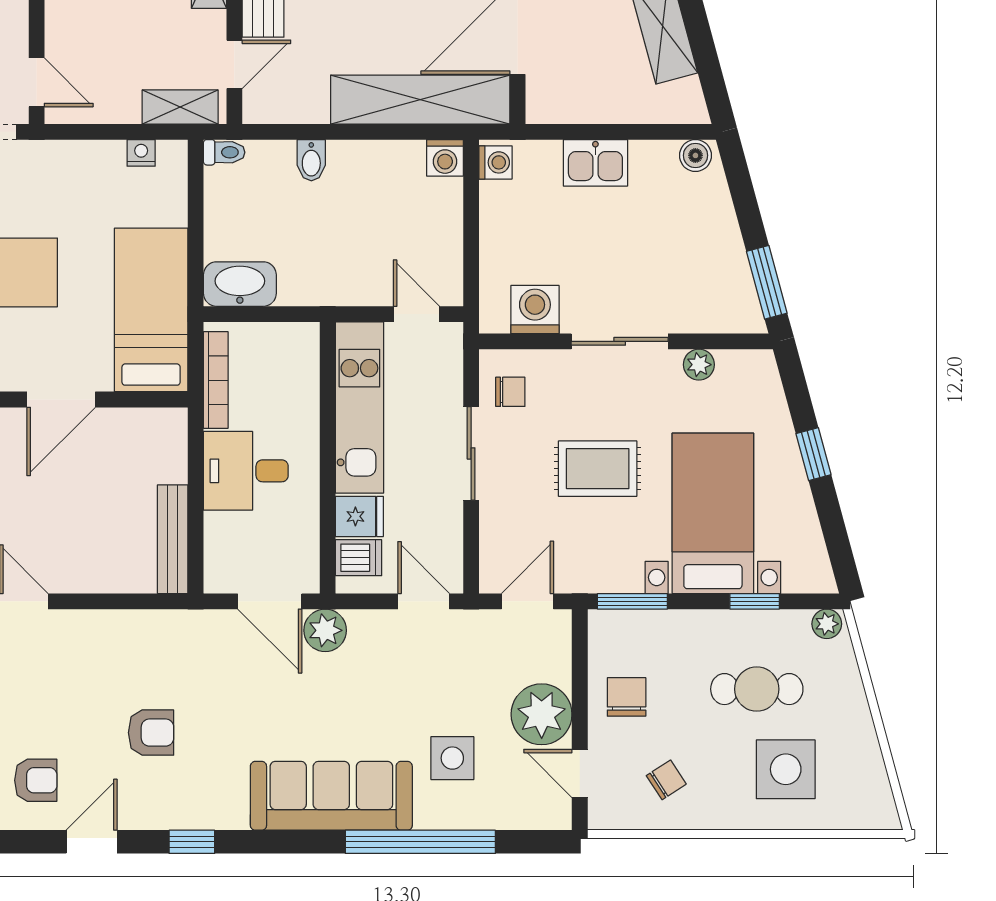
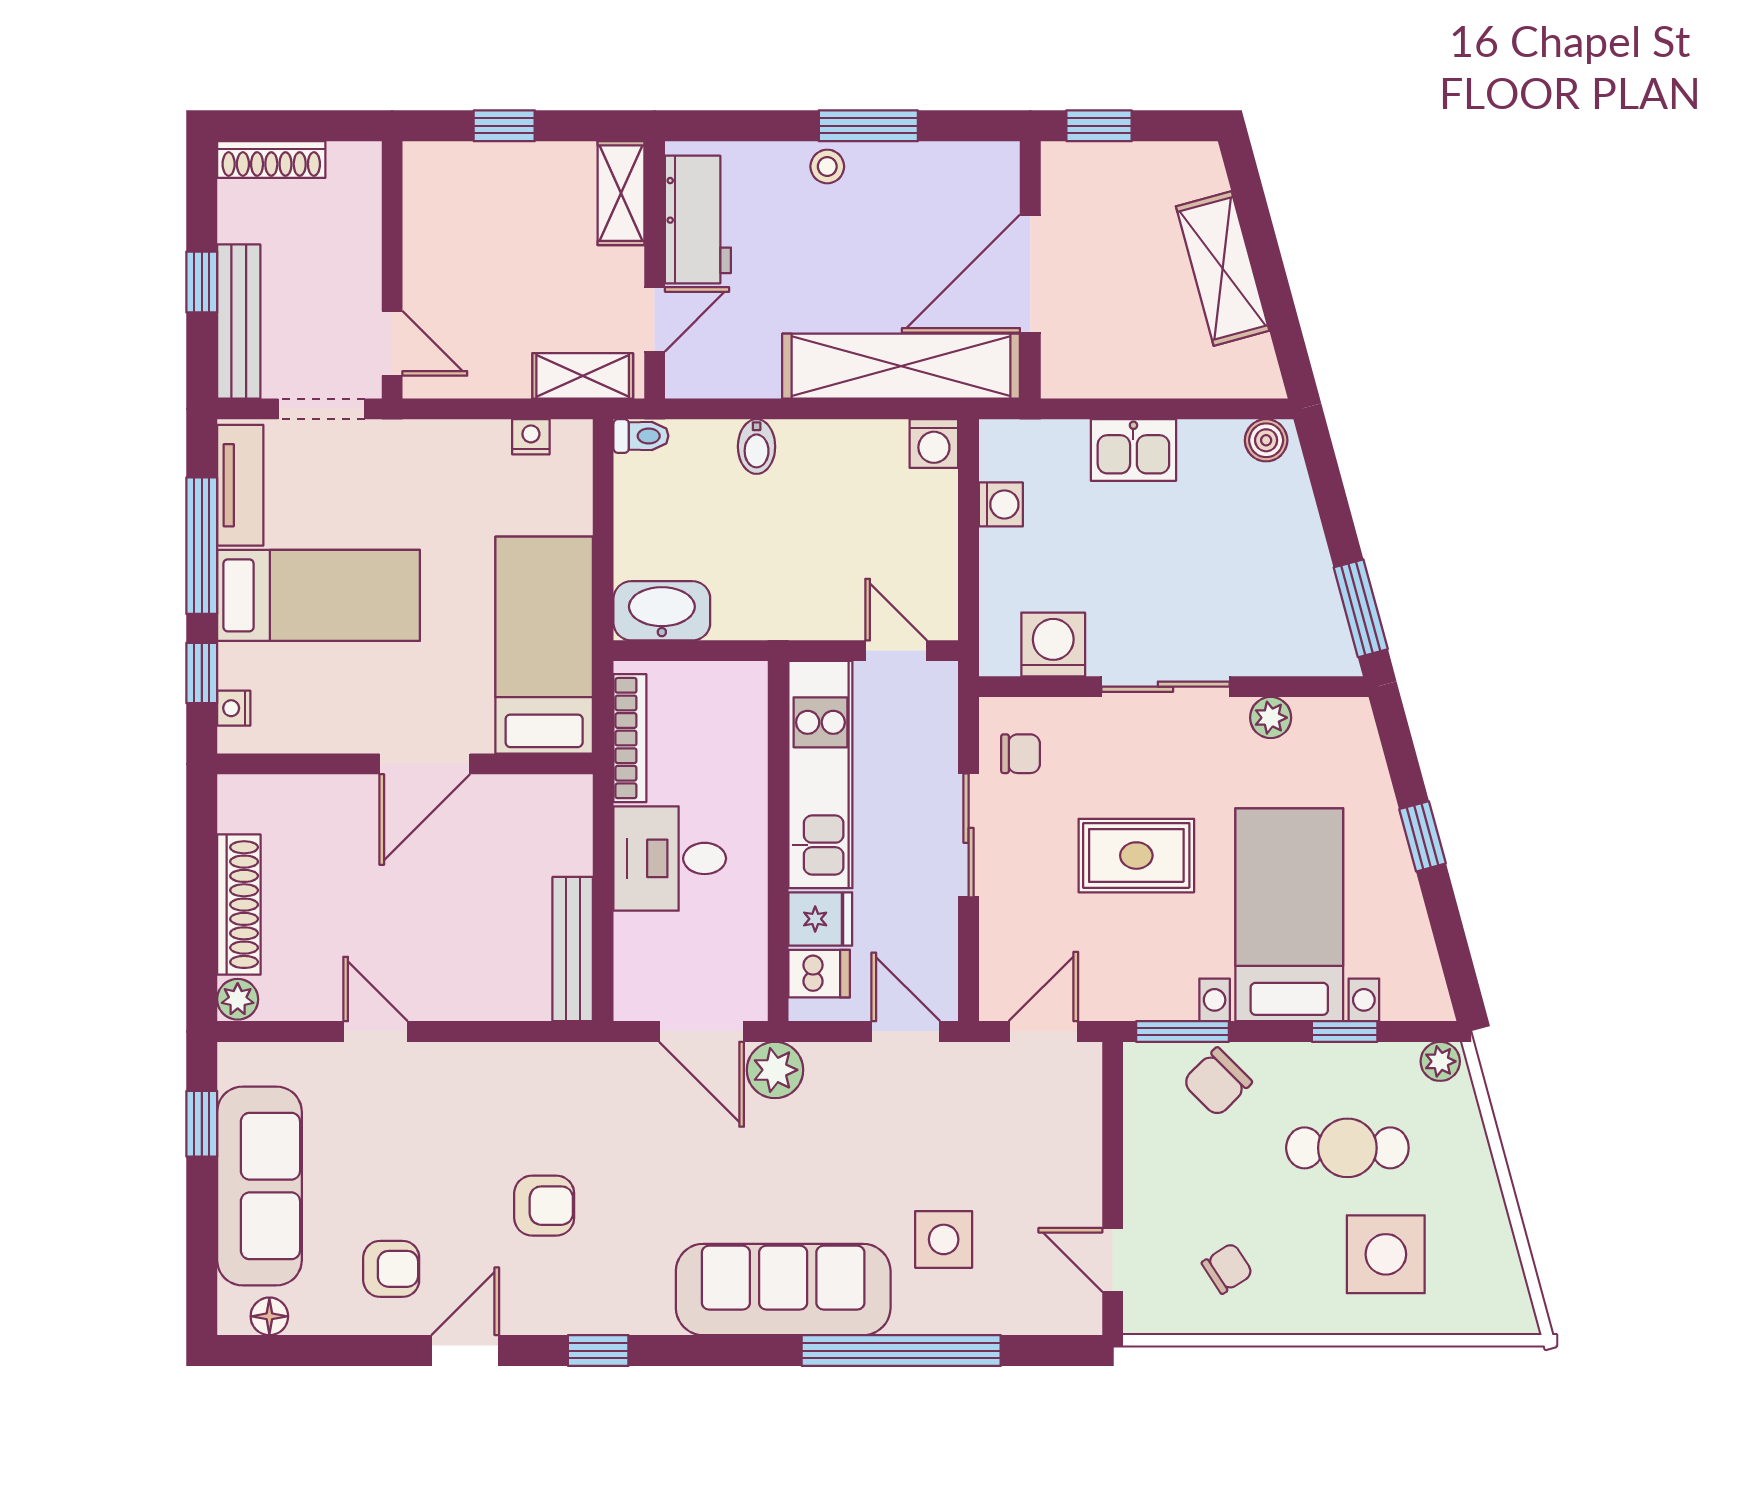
washing machine: (495, 162) -> (1001, 504), moved
chair: (627, 697) -> (1217, 1082), moved, turned -135
plant: (542, 714) -> (1062, 1181), removed

